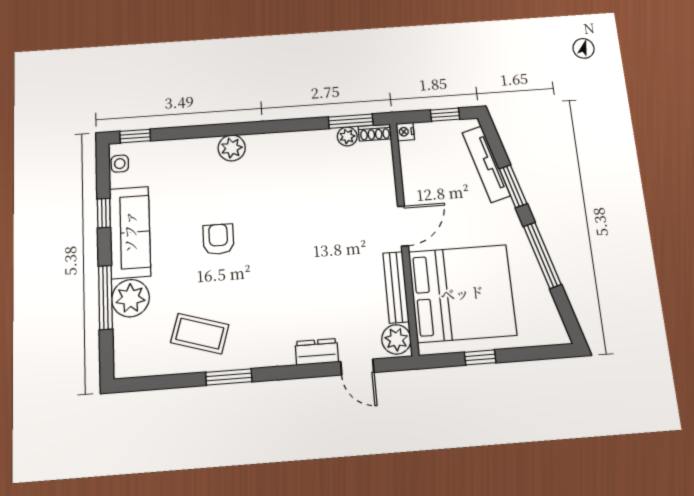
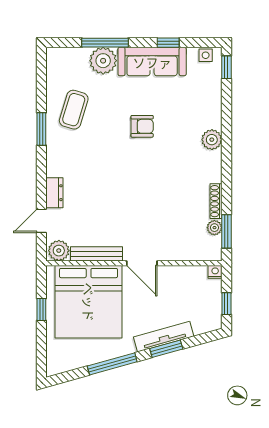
shoe rack: (375, 133) -> (216, 201), moved, width x1.43
tv unit: (486, 164) -> (164, 337), moved

